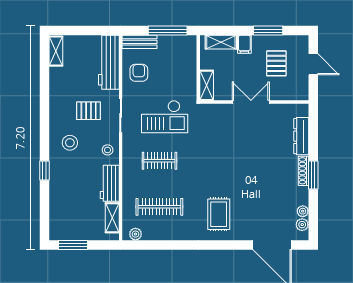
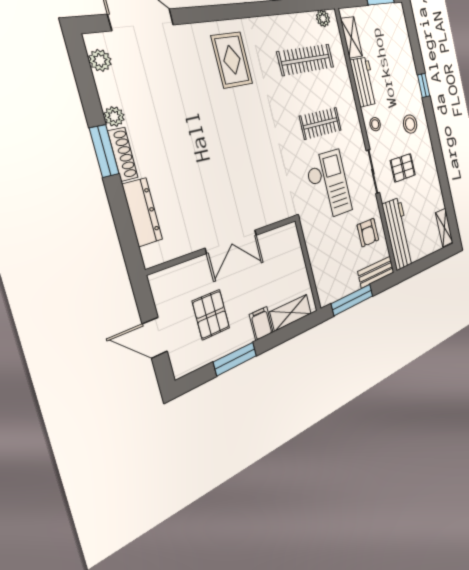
shelving: (207, 85) -> (293, 245), removed
checkout: (165, 117) -> (329, 185), turned 90
plant: (303, 211) -> (114, 116), moved

